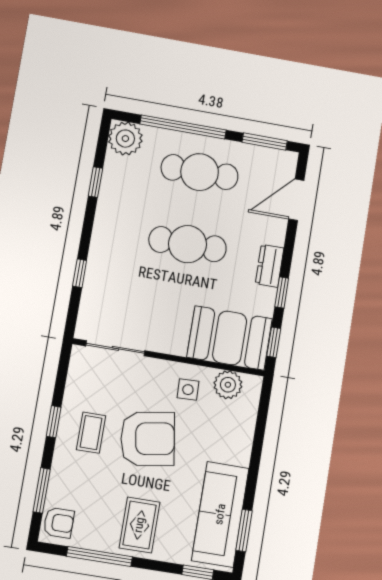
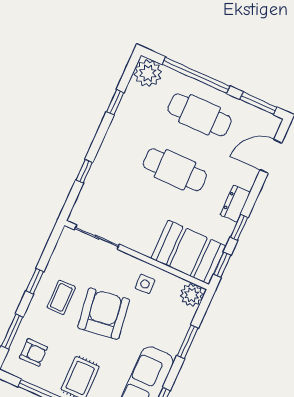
plant: (228, 385) -> (192, 295), moved
armchair: (148, 439) -> (104, 314), turned -89
window: (257, 446) -> (188, 342), added
armchair: (59, 523) -> (33, 353), moved

